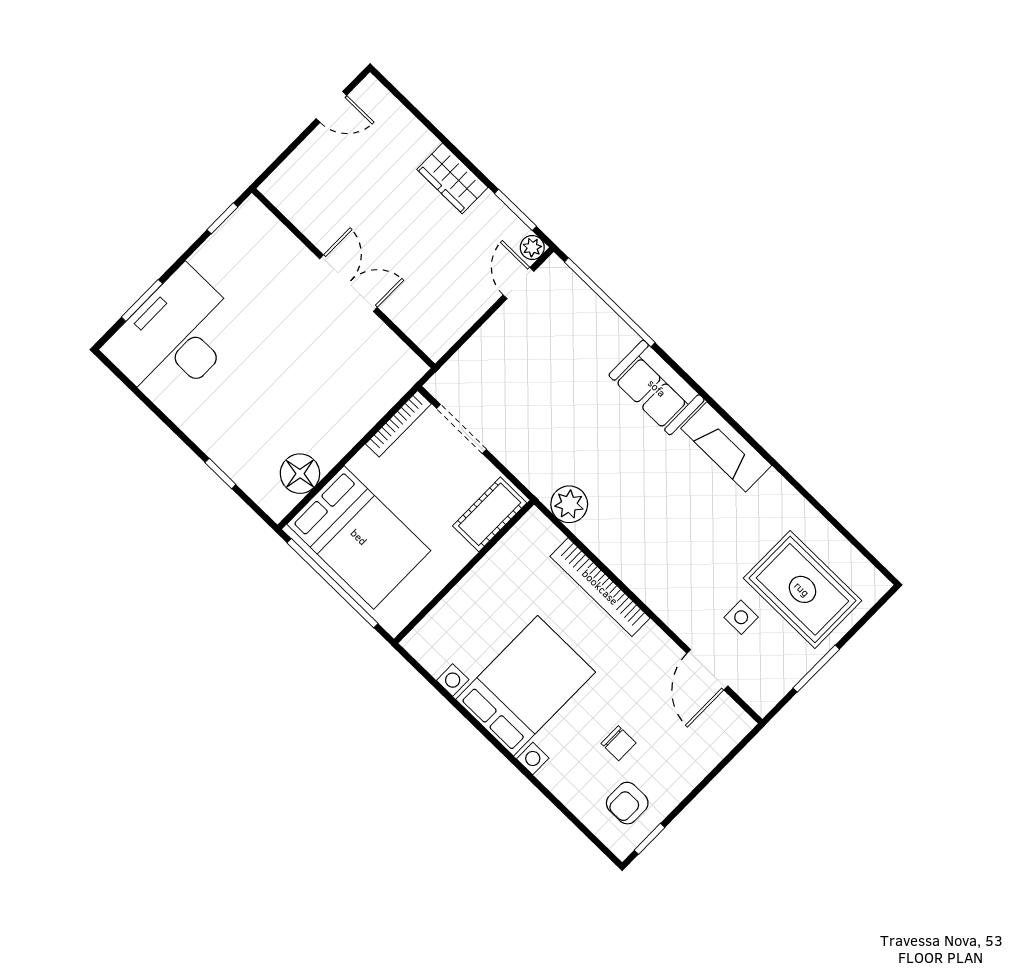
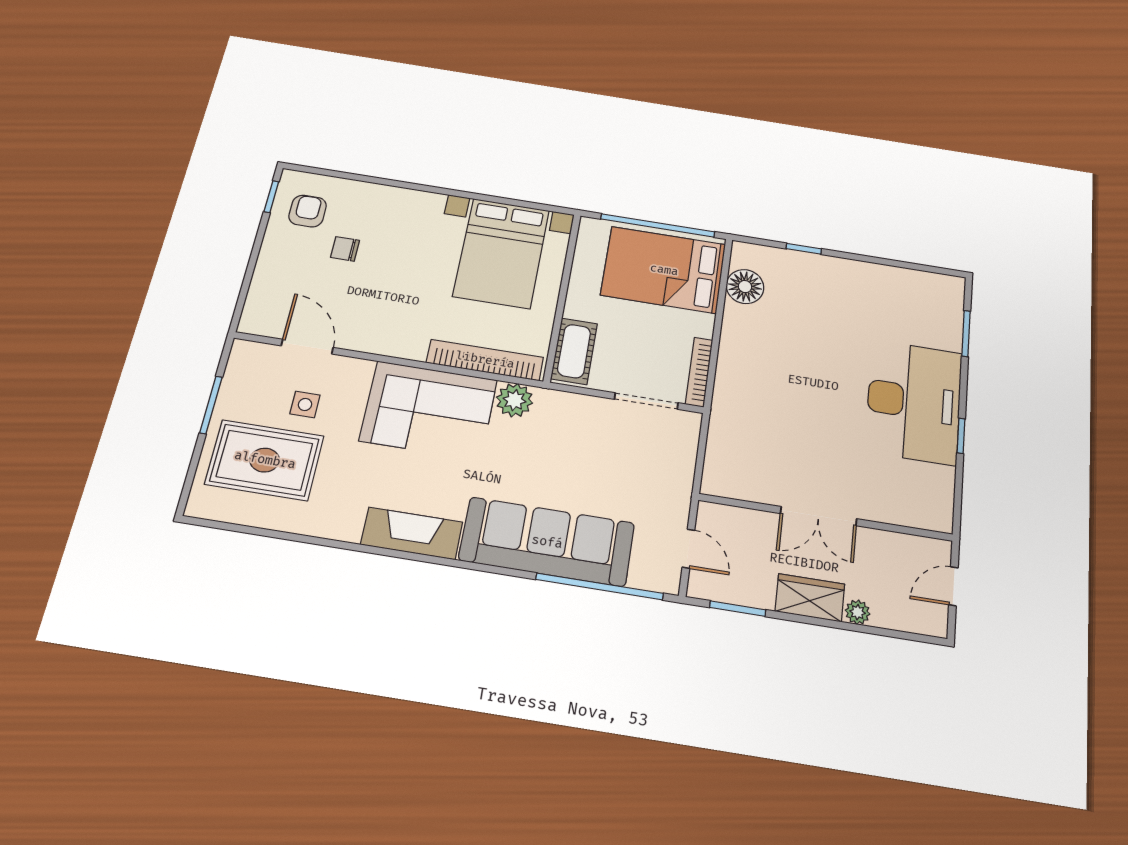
plant: (532, 247) -> (858, 612), moved
wall: (343, 278) -> (826, 517), moved
double door: (348, 283) -> (819, 516), moved
desk: (175, 338) -> (914, 402), moved
sofa: (657, 388) -> (547, 542), width x1.85, depth x1.27
corner sofa: (645, 544) -> (429, 410), added
bookcase: (600, 587) -> (485, 360), moved
bed with nightstands: (526, 686) -> (501, 253), moved

